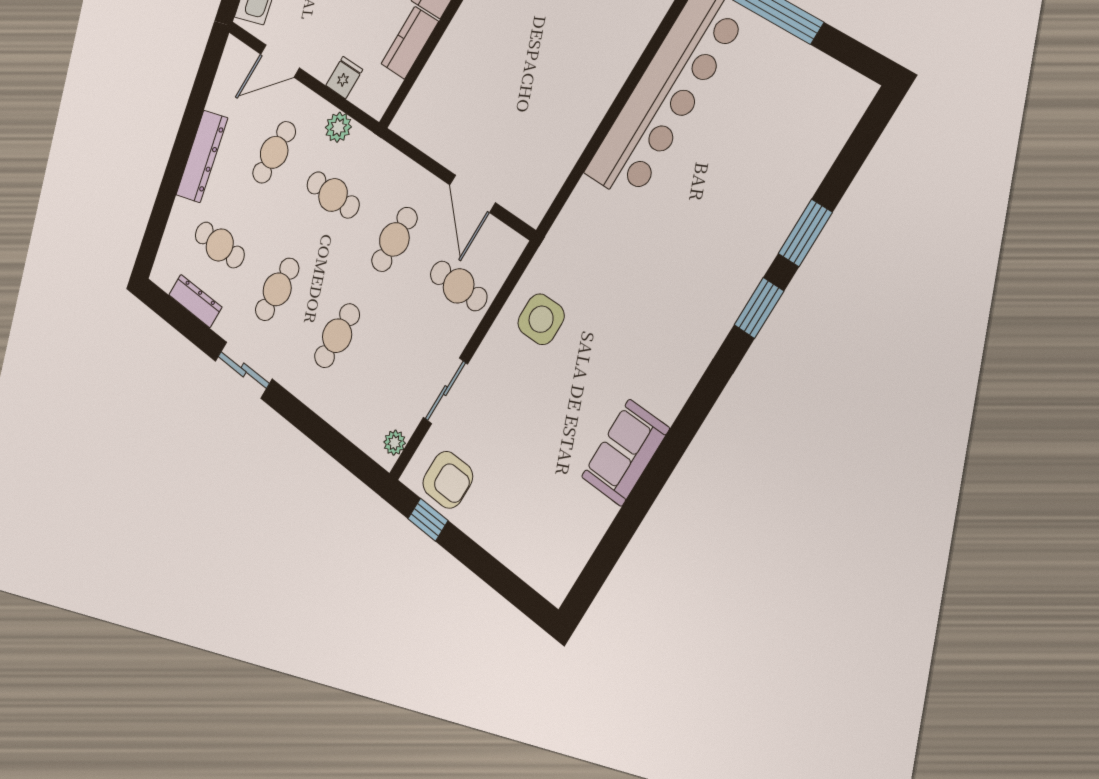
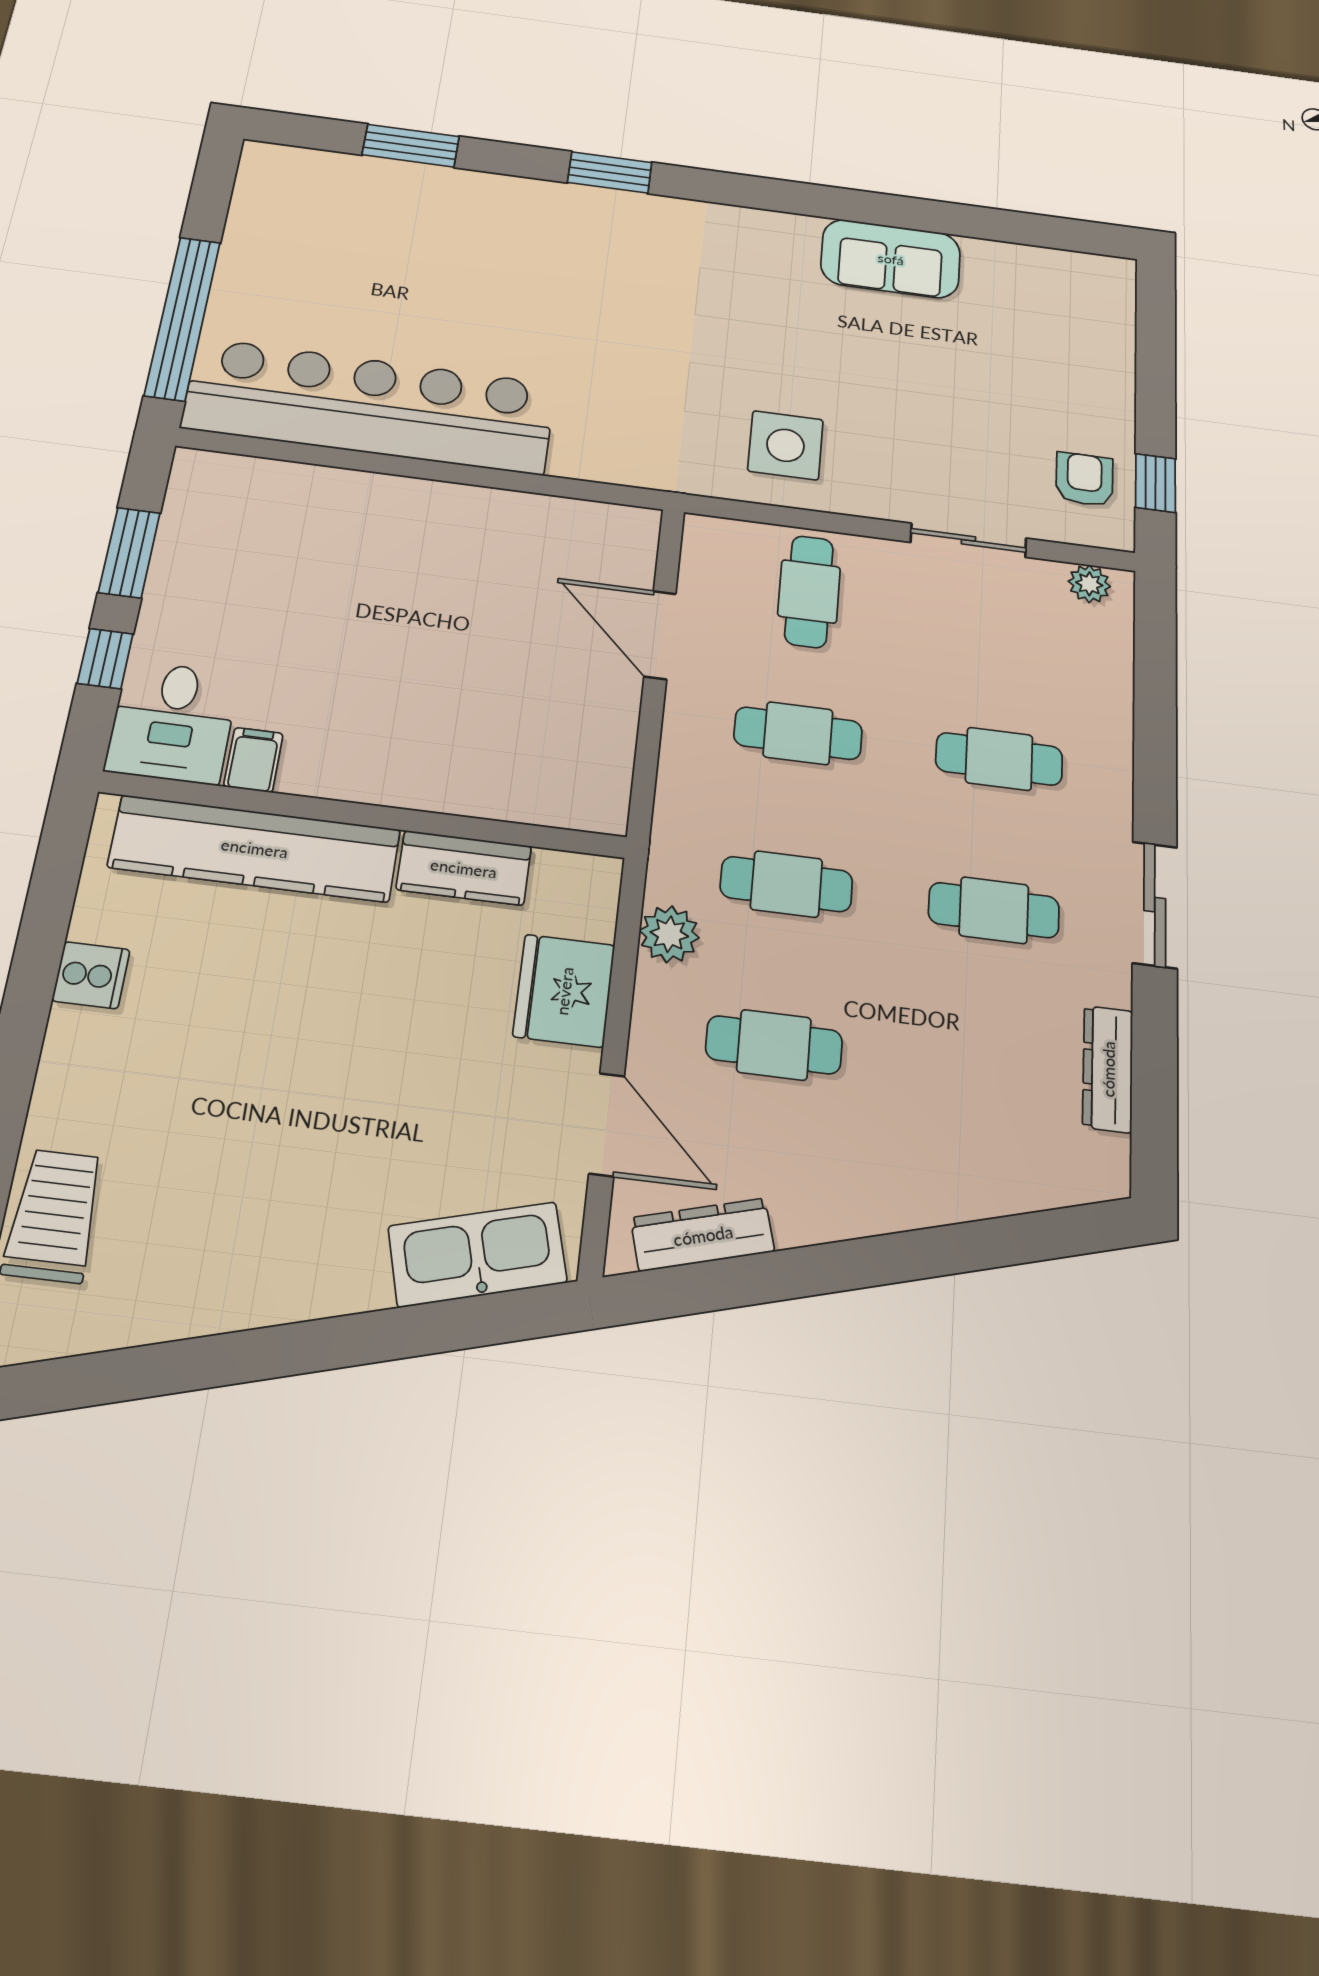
fridge: (344, 77) -> (564, 991), width x1.88, depth x1.34
dresser: (202, 156) -> (703, 1235), moved, width x0.73, depth x0.80
door: (472, 194) -> (660, 635), swing flipped
cafe table: (333, 195) -> (786, 884), turned 90
window: (805, 233) -> (411, 146), moved
cafe table: (220, 245) -> (988, 1071), removed
armchair: (448, 480) -> (1084, 479), width x0.72, depth x0.72

